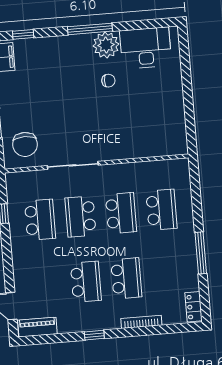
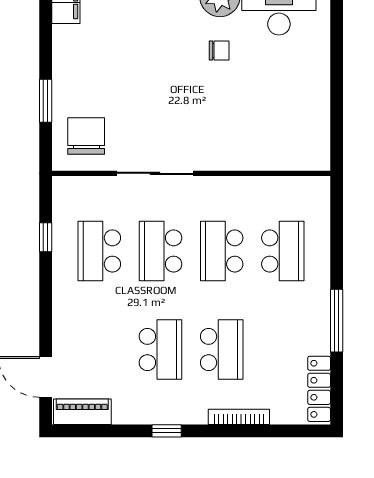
chair: (25, 144) -> (86, 136), turned 180
school desk: (121, 213) -> (222, 251), turned 180
school desk: (40, 220) -> (99, 251), turned 180
locker: (194, 307) -> (319, 389), width x1.53

